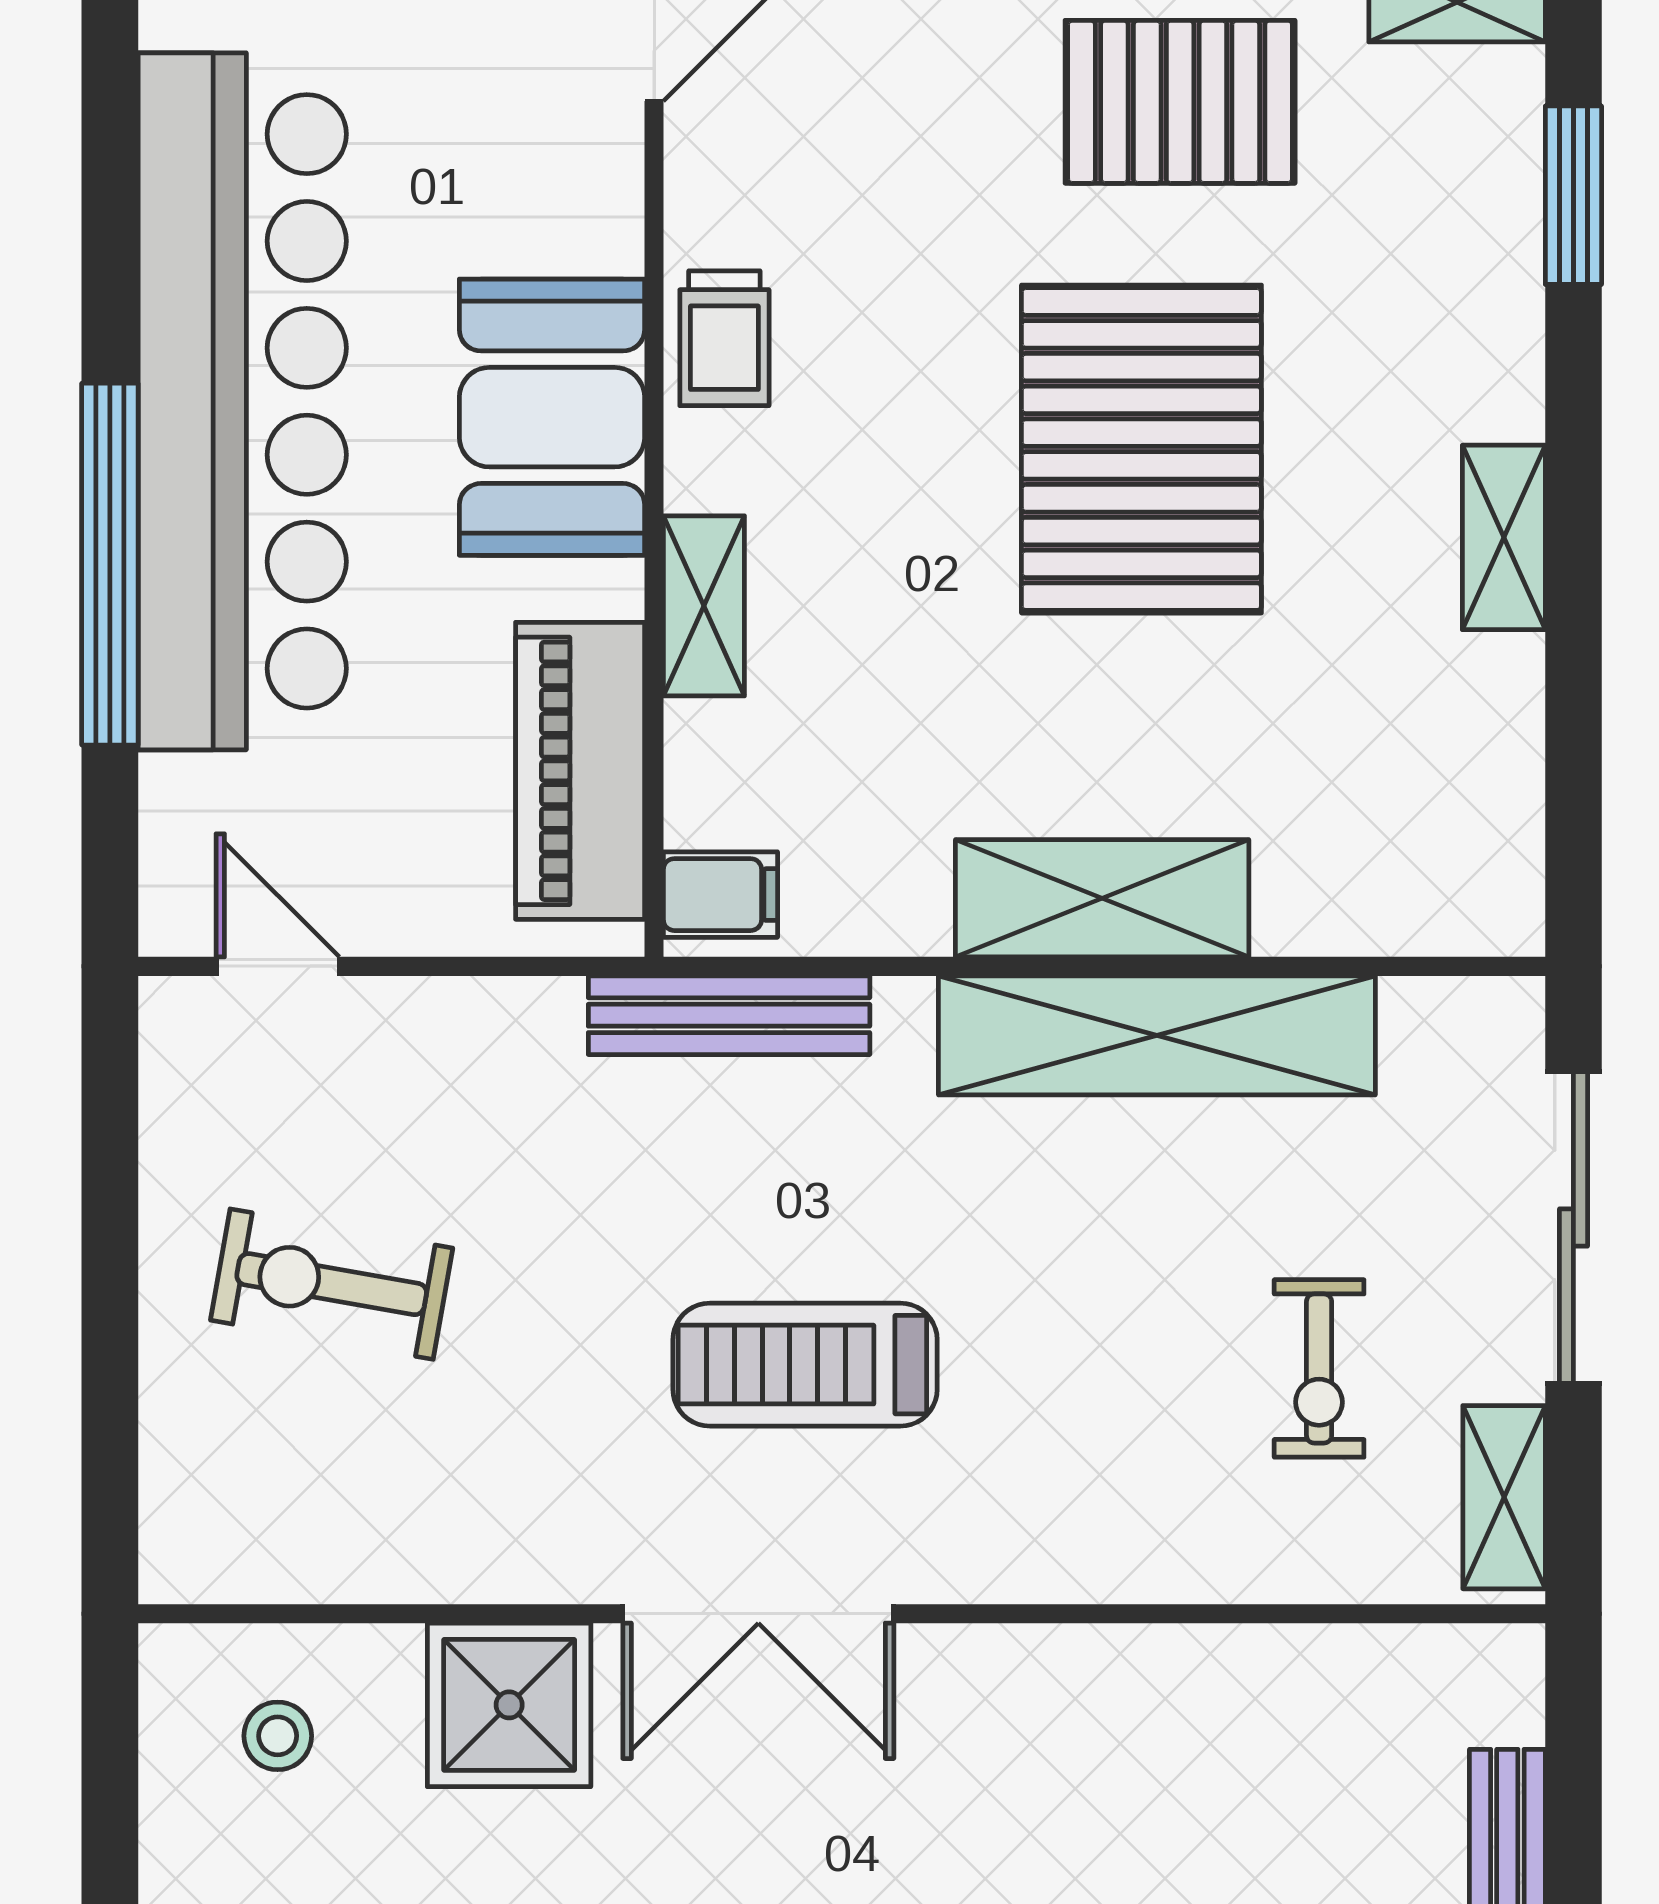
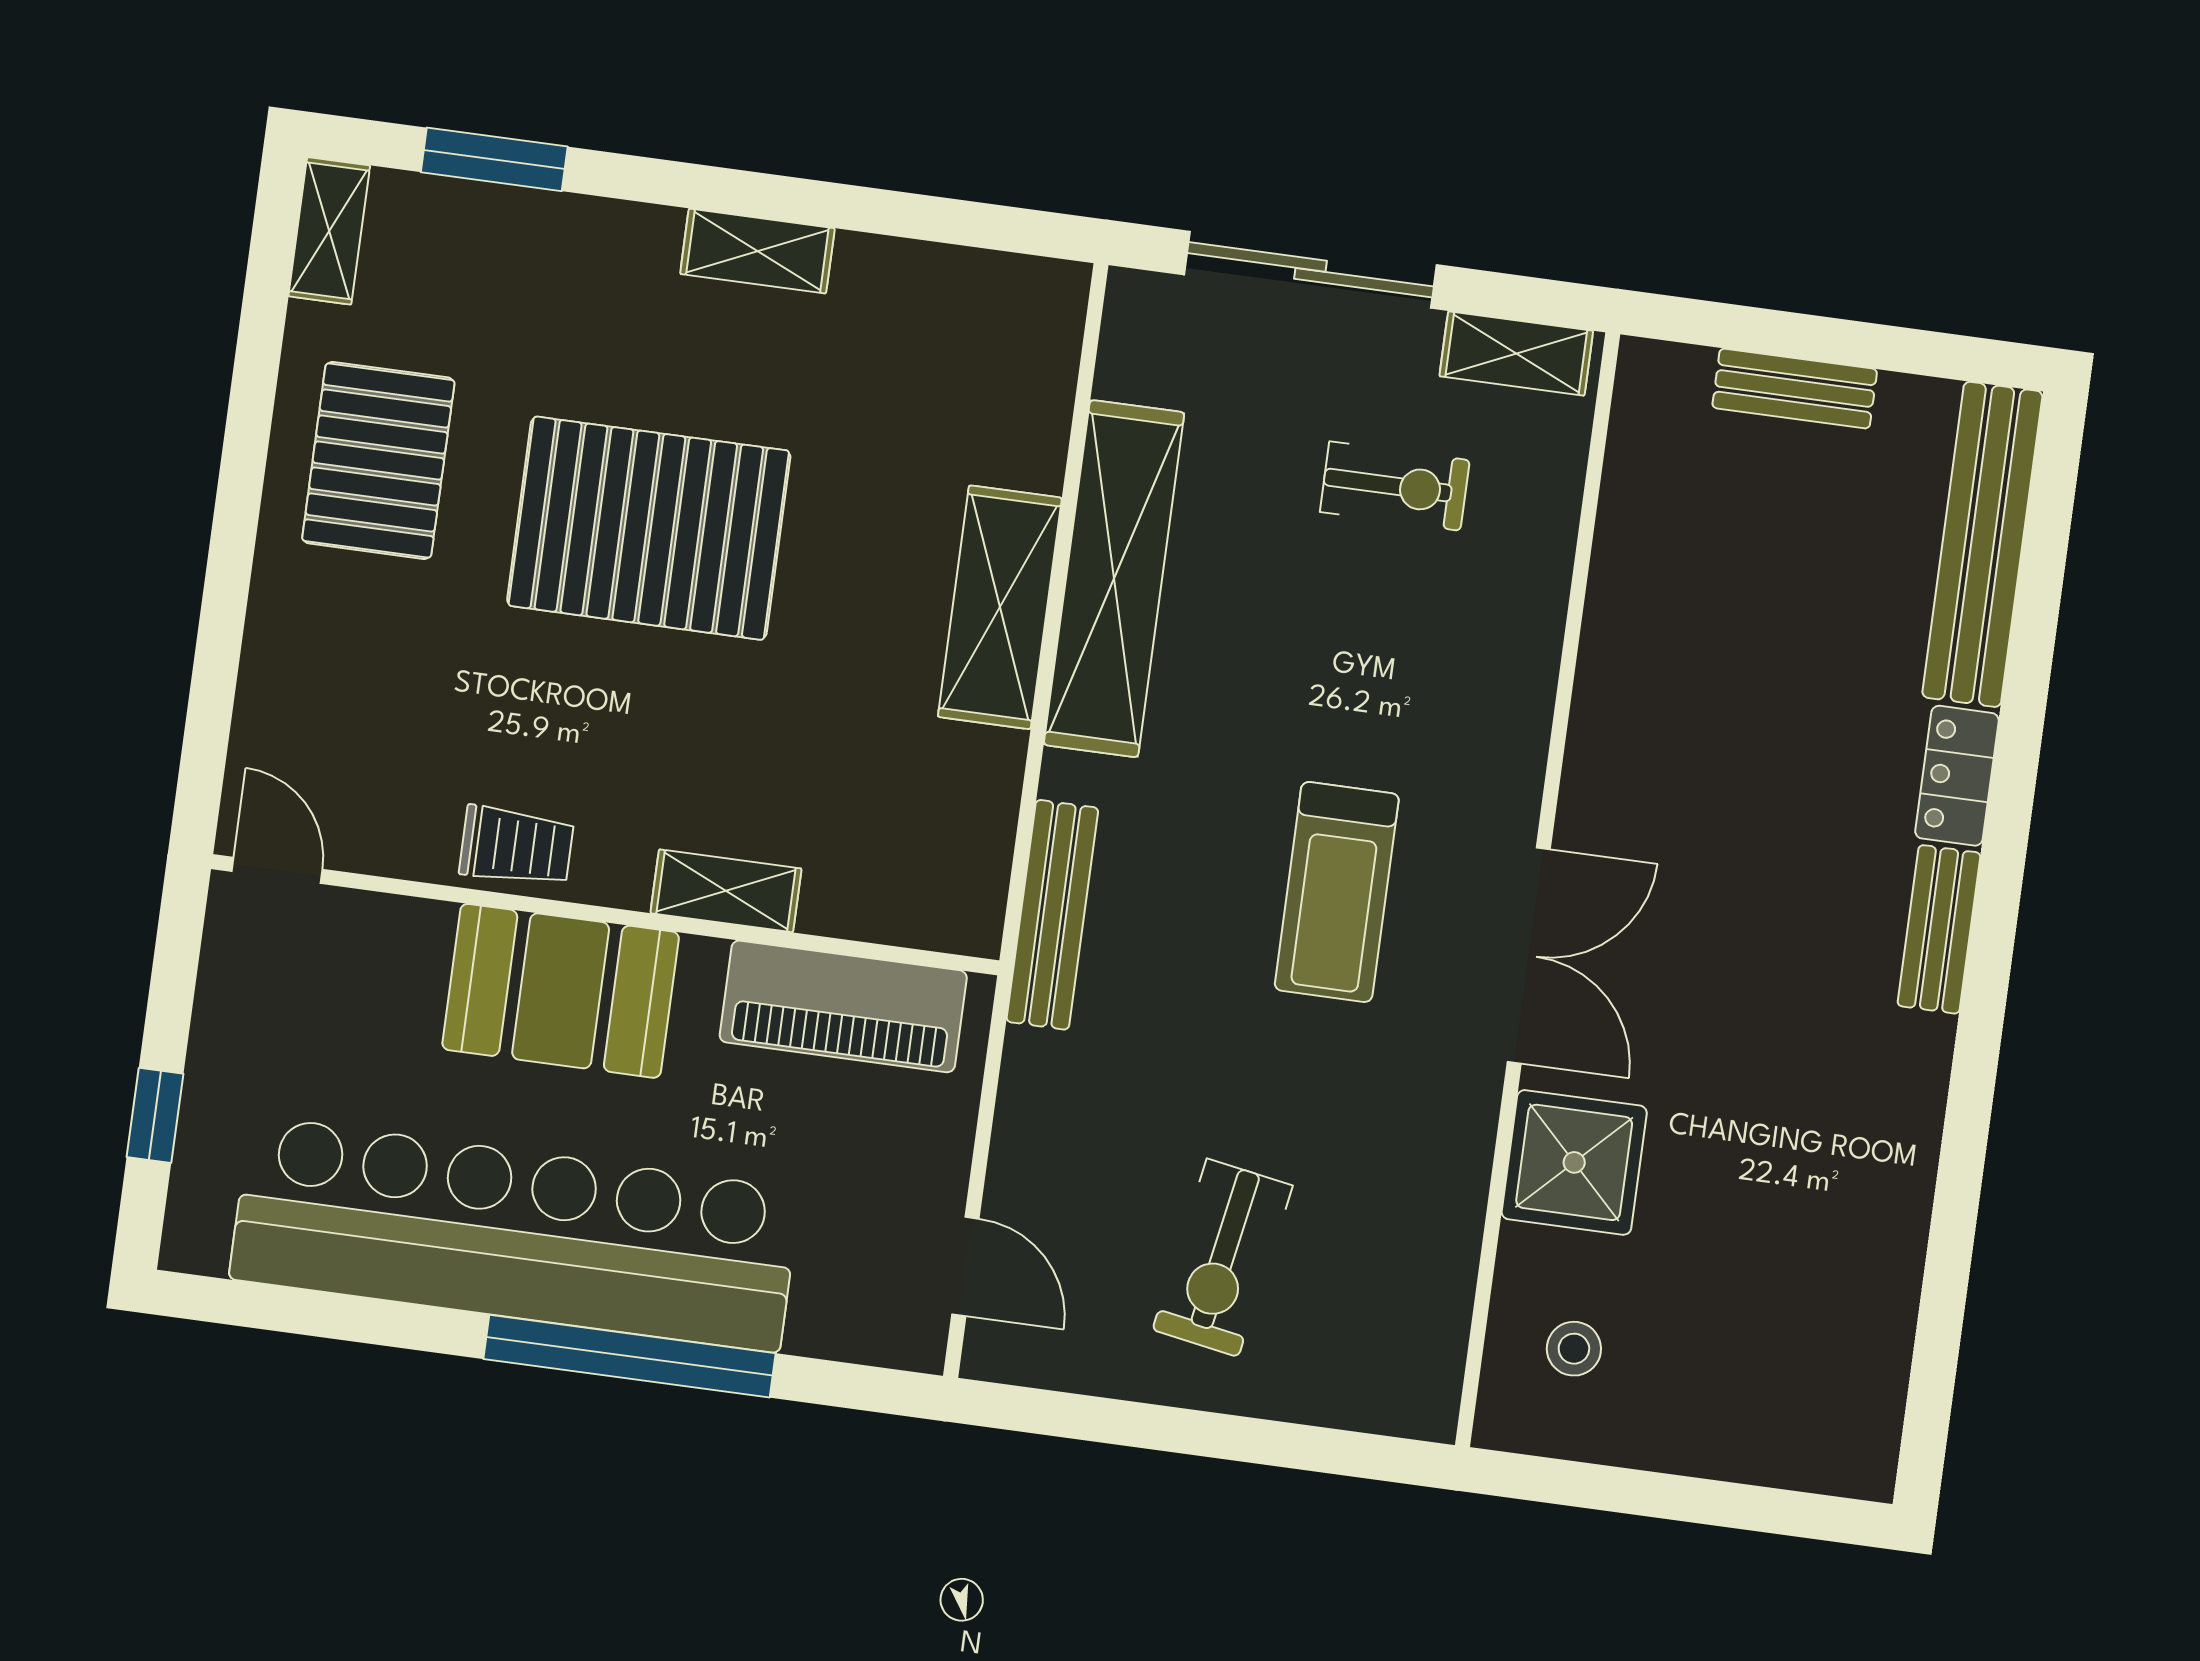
filing cabinet: (720, 895) -> (956, 909), removed
door: (278, 966) -> (965, 1266), swing flipped

